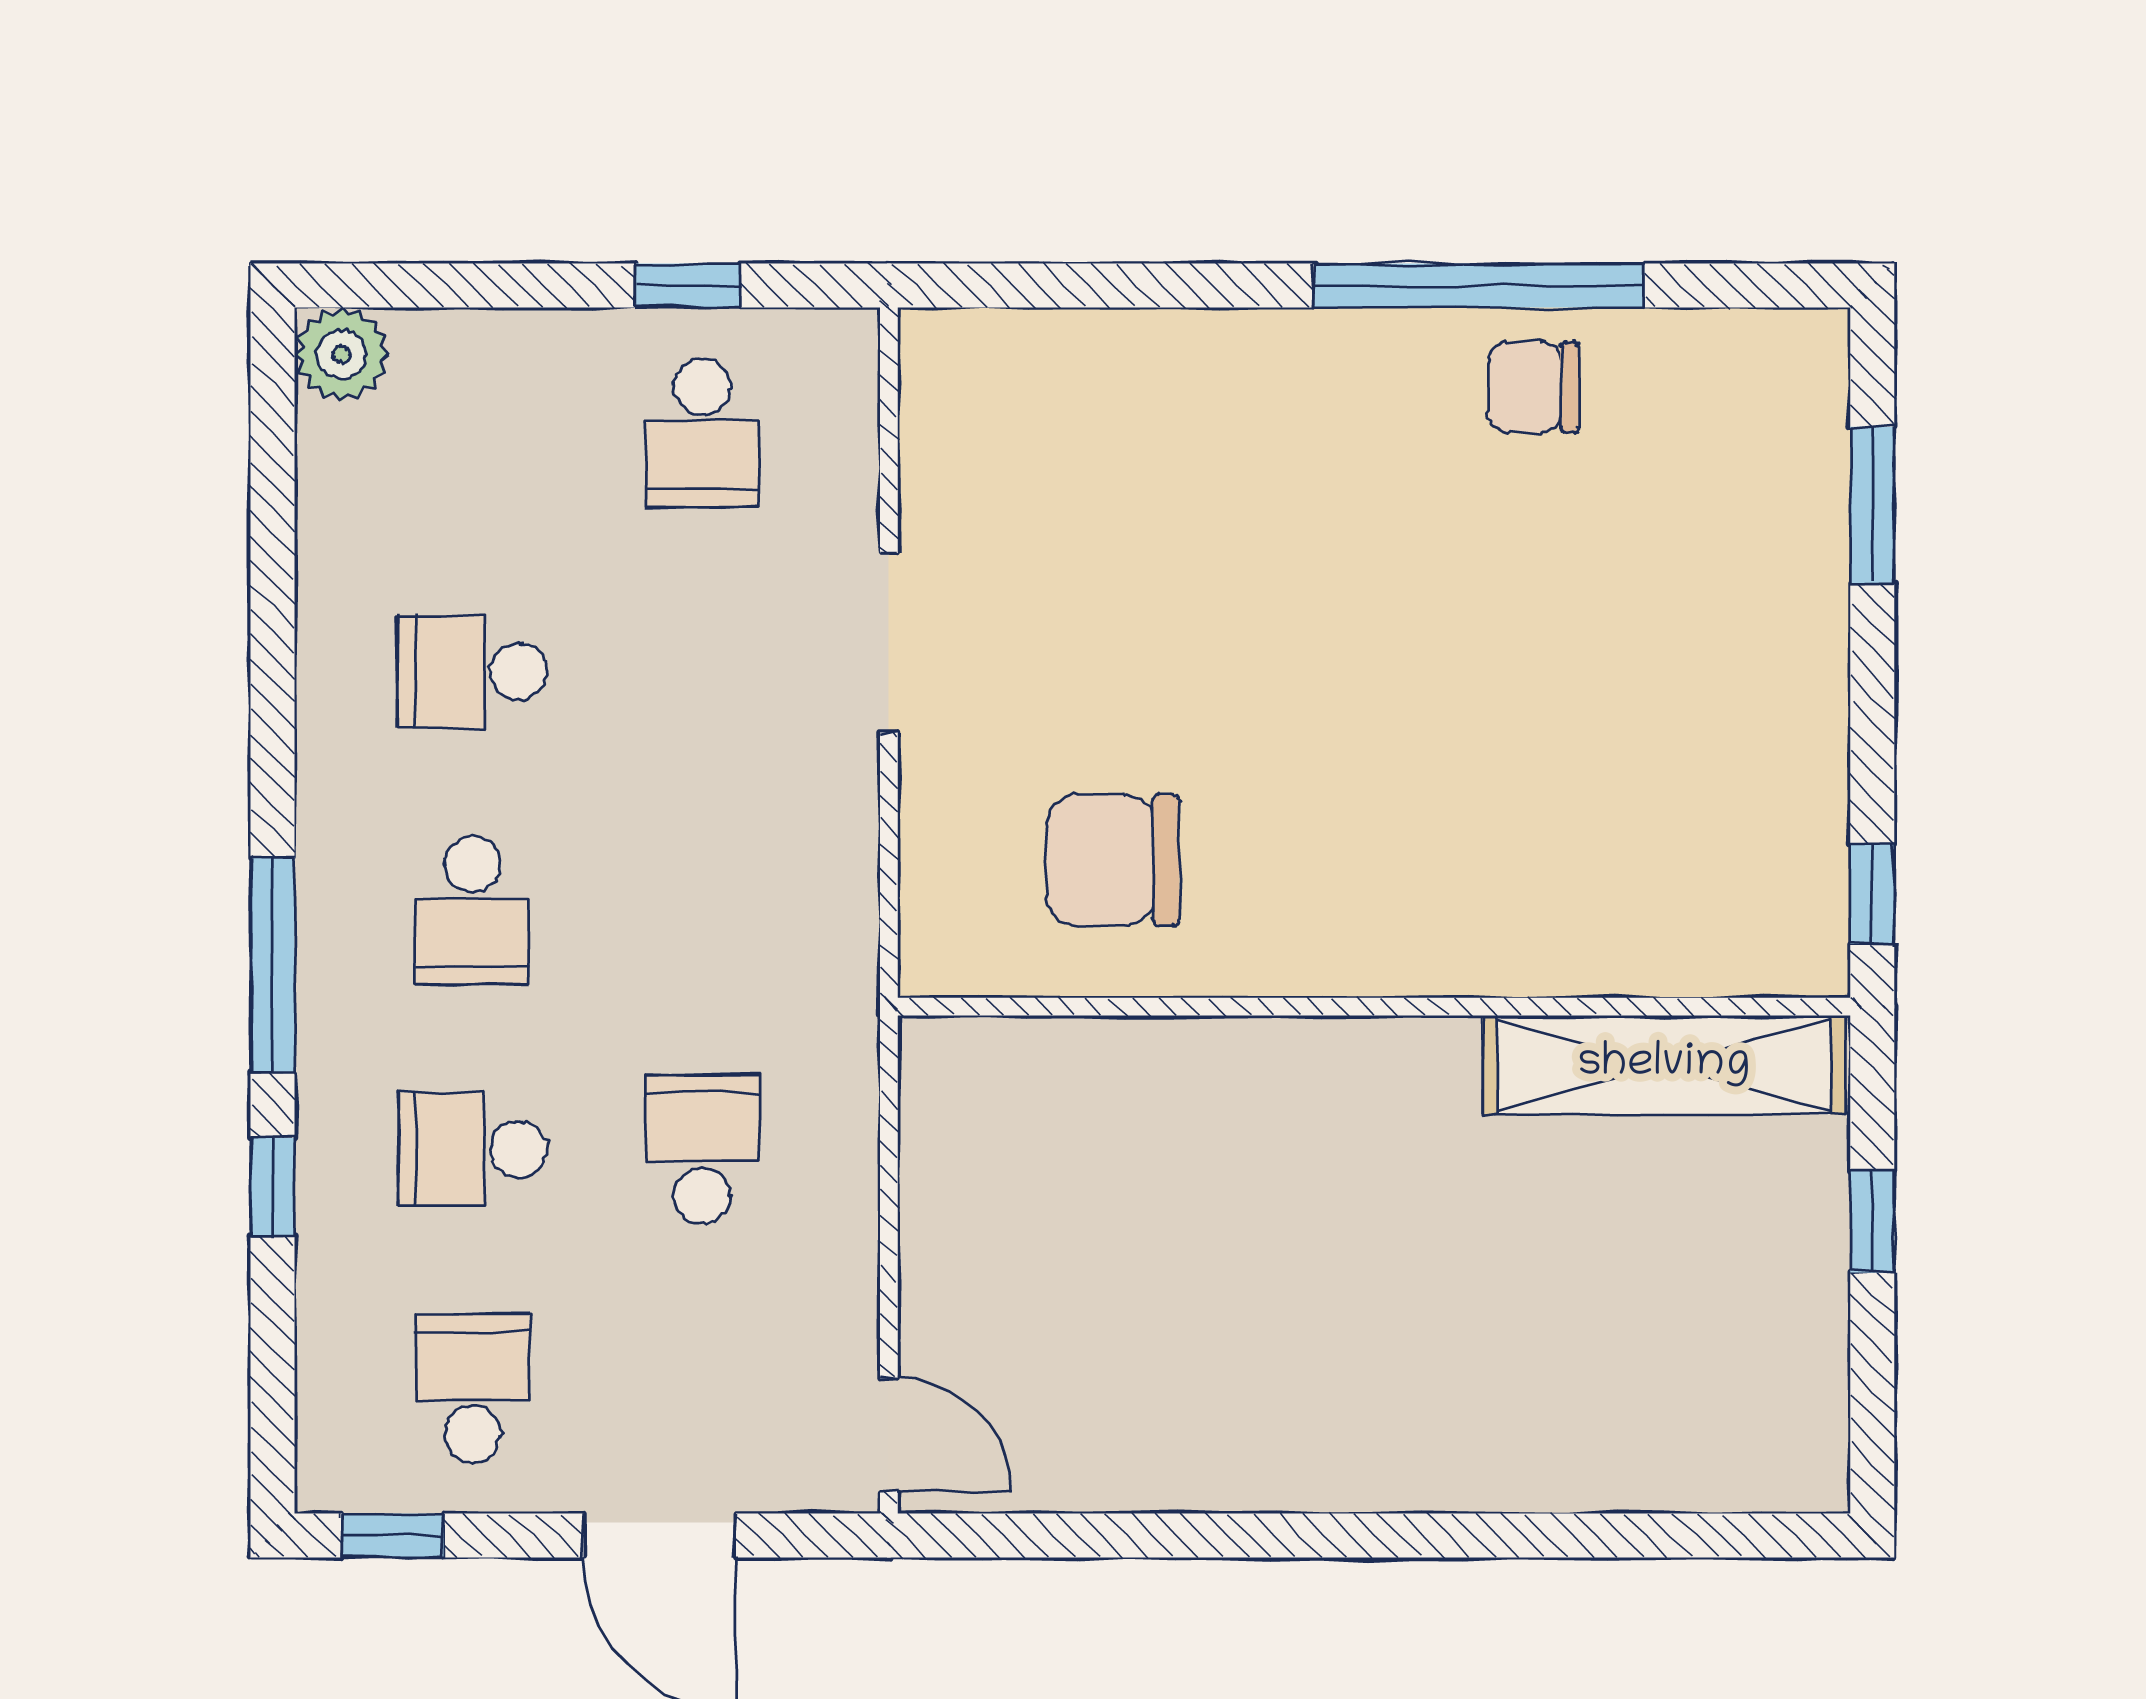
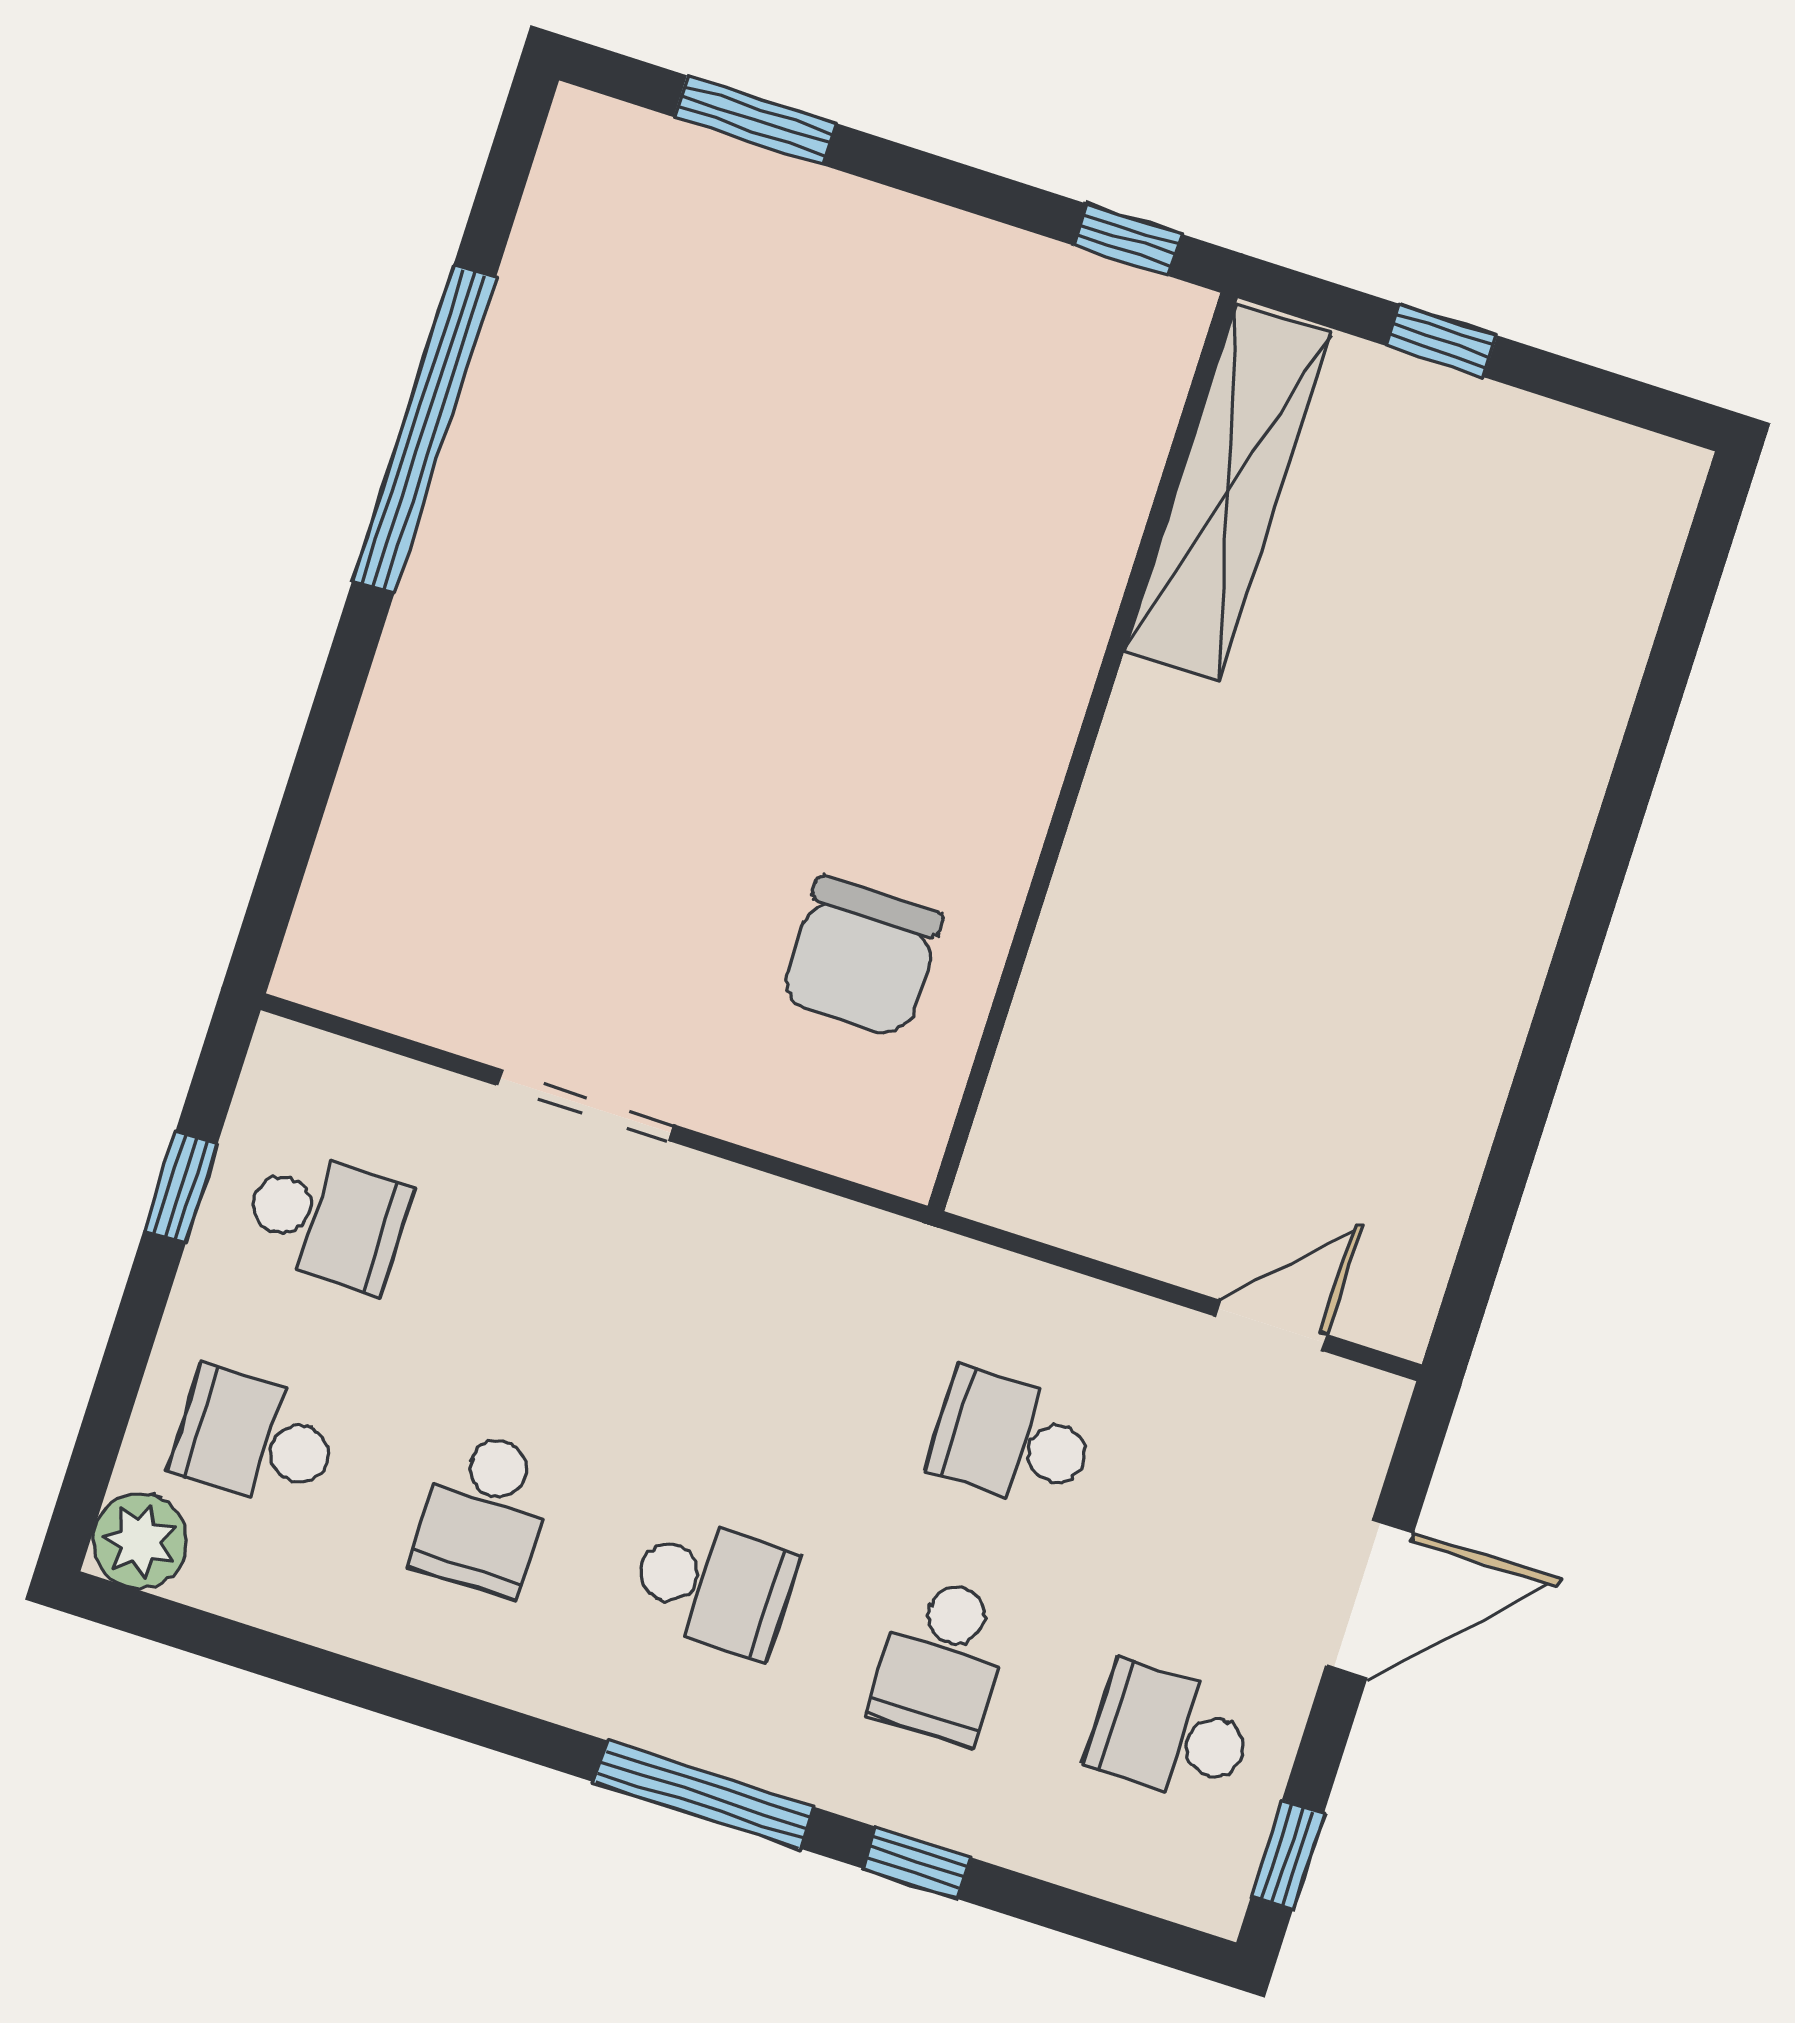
chair: (1533, 387) -> (538, 409), removed
school desk: (472, 433) -> (255, 1439), added
door: (889, 1435) -> (1271, 1325), moved

